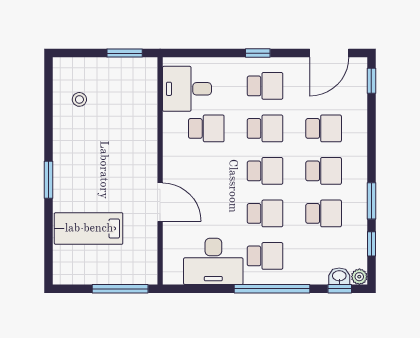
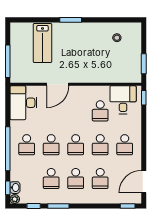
window: (258, 53) -> (144, 98), moved
door: (329, 53) -> (144, 182), hinge flipped
lab bench: (89, 228) -> (42, 43), turned 180
desk: (213, 261) -> (23, 103), moved

